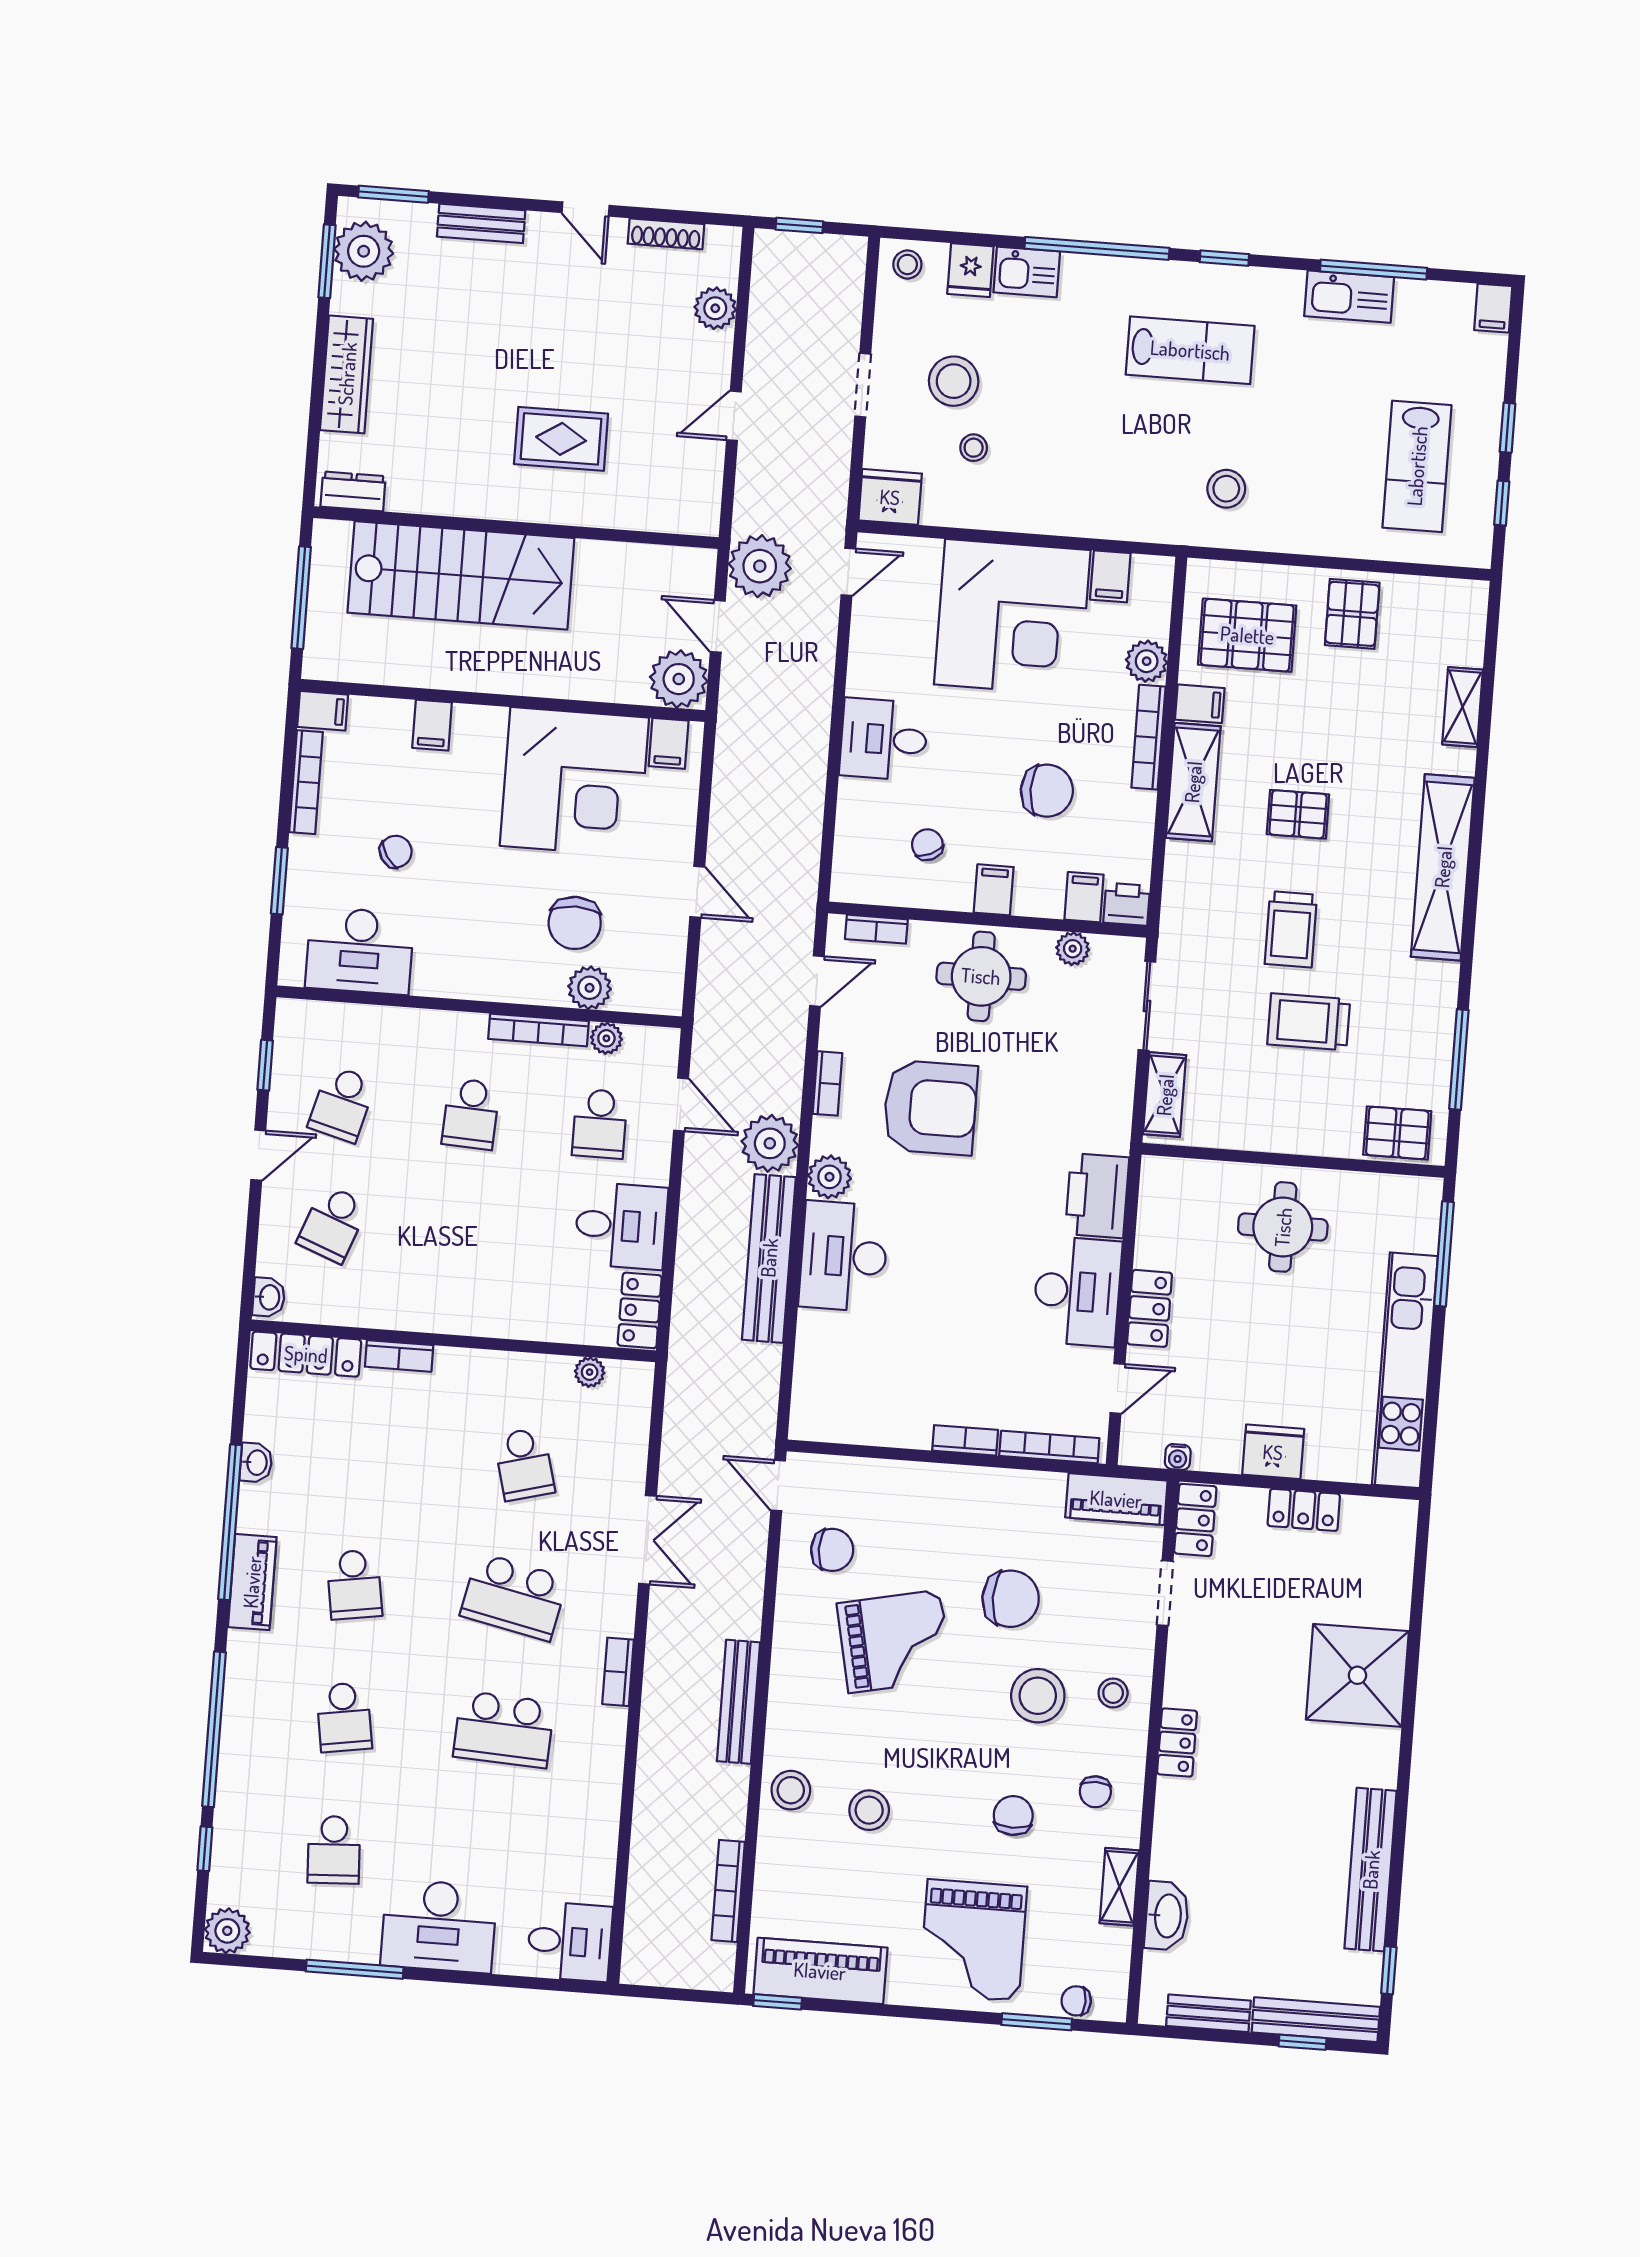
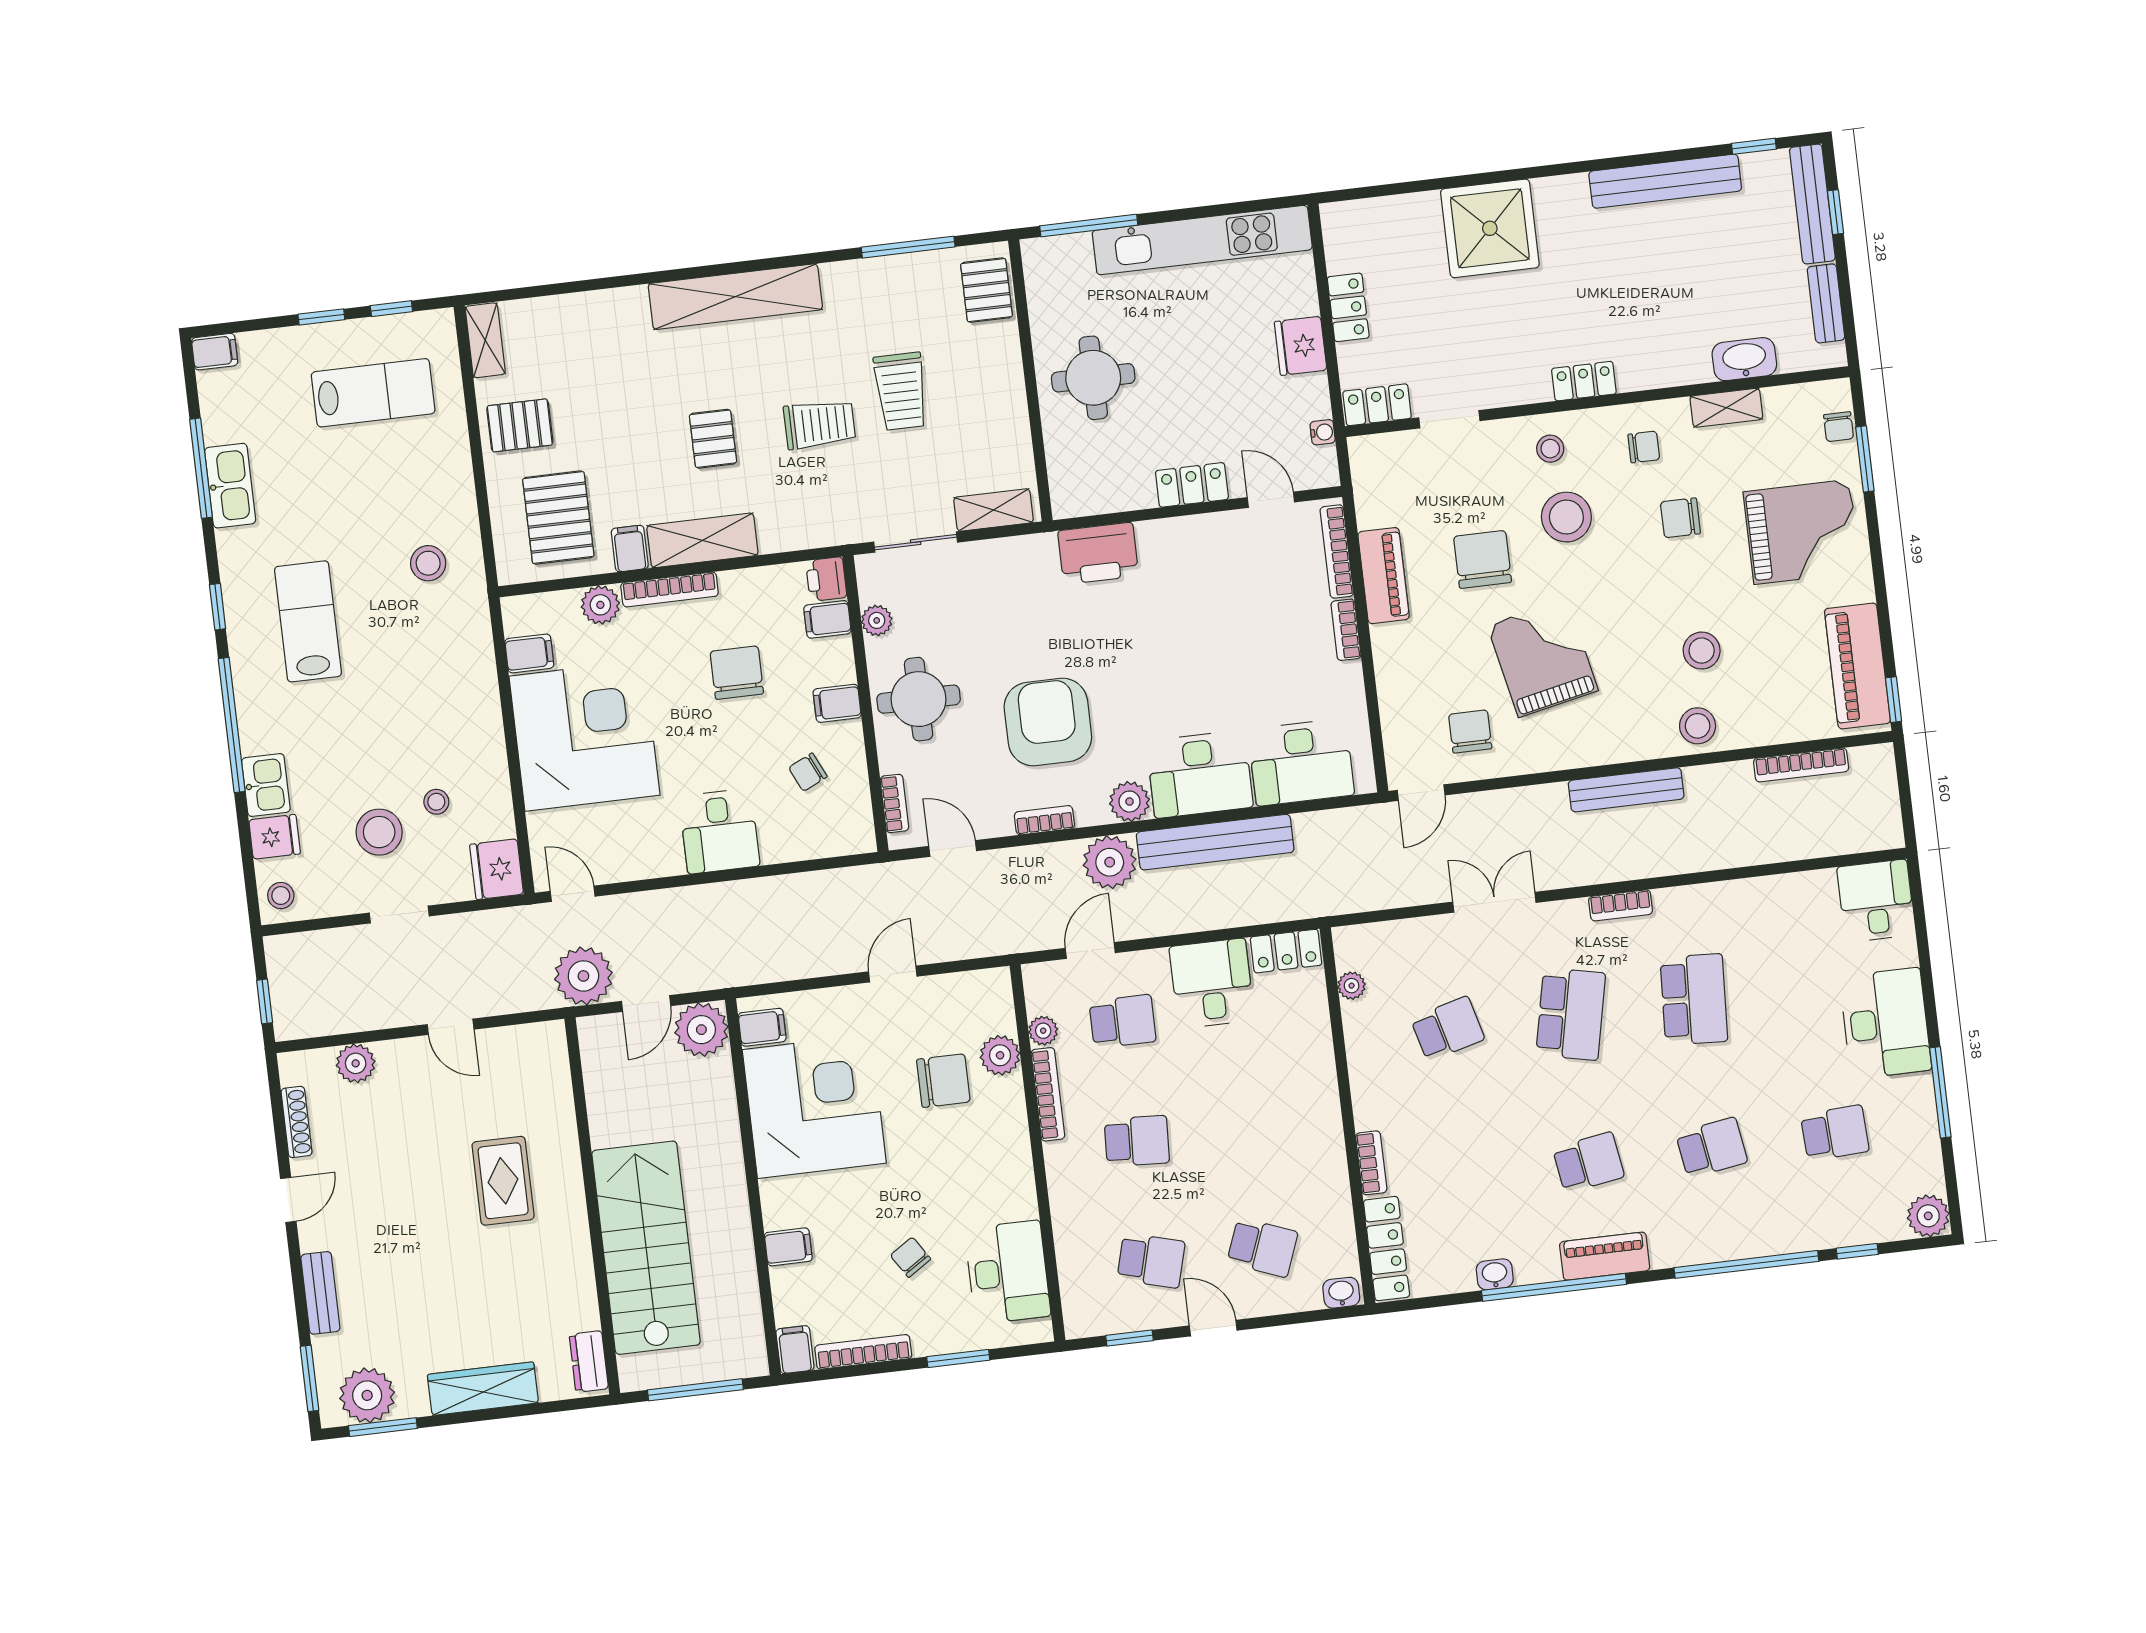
shelving: (1463, 707) -> (485, 340), moved, turned 90
desk: (1077, 1291) -> (1301, 762), moved, turned 180
piano: (1116, 1499) -> (1384, 576), moved

